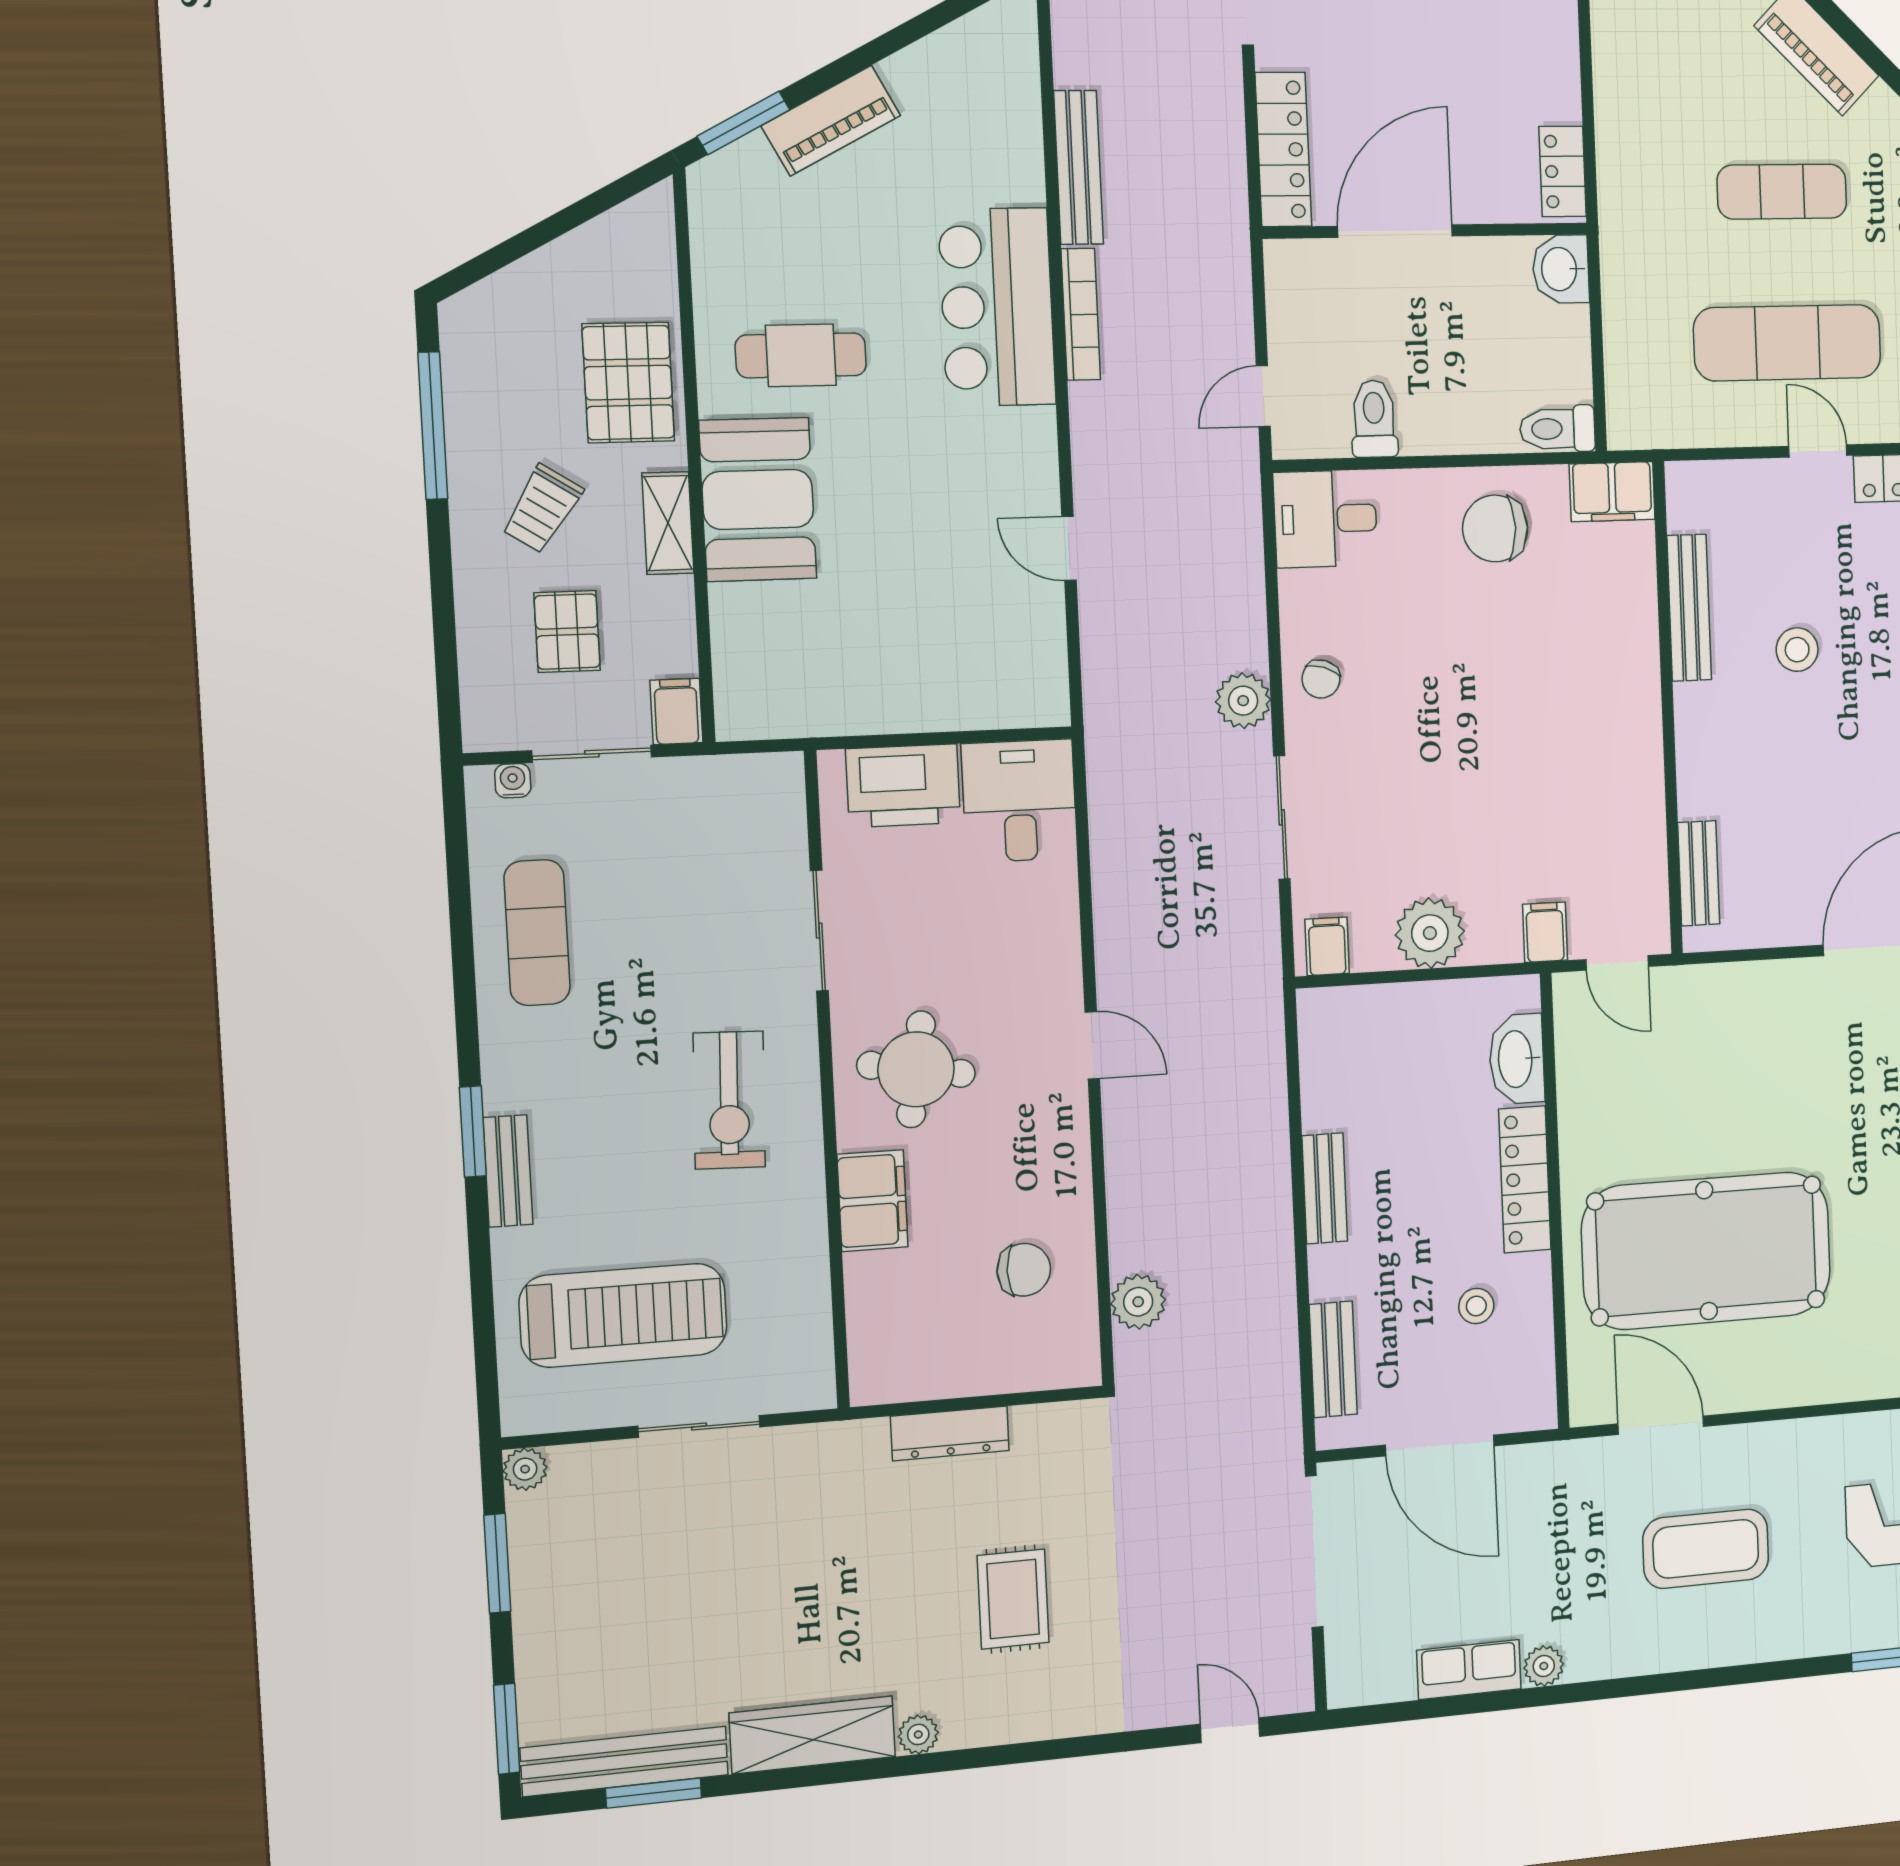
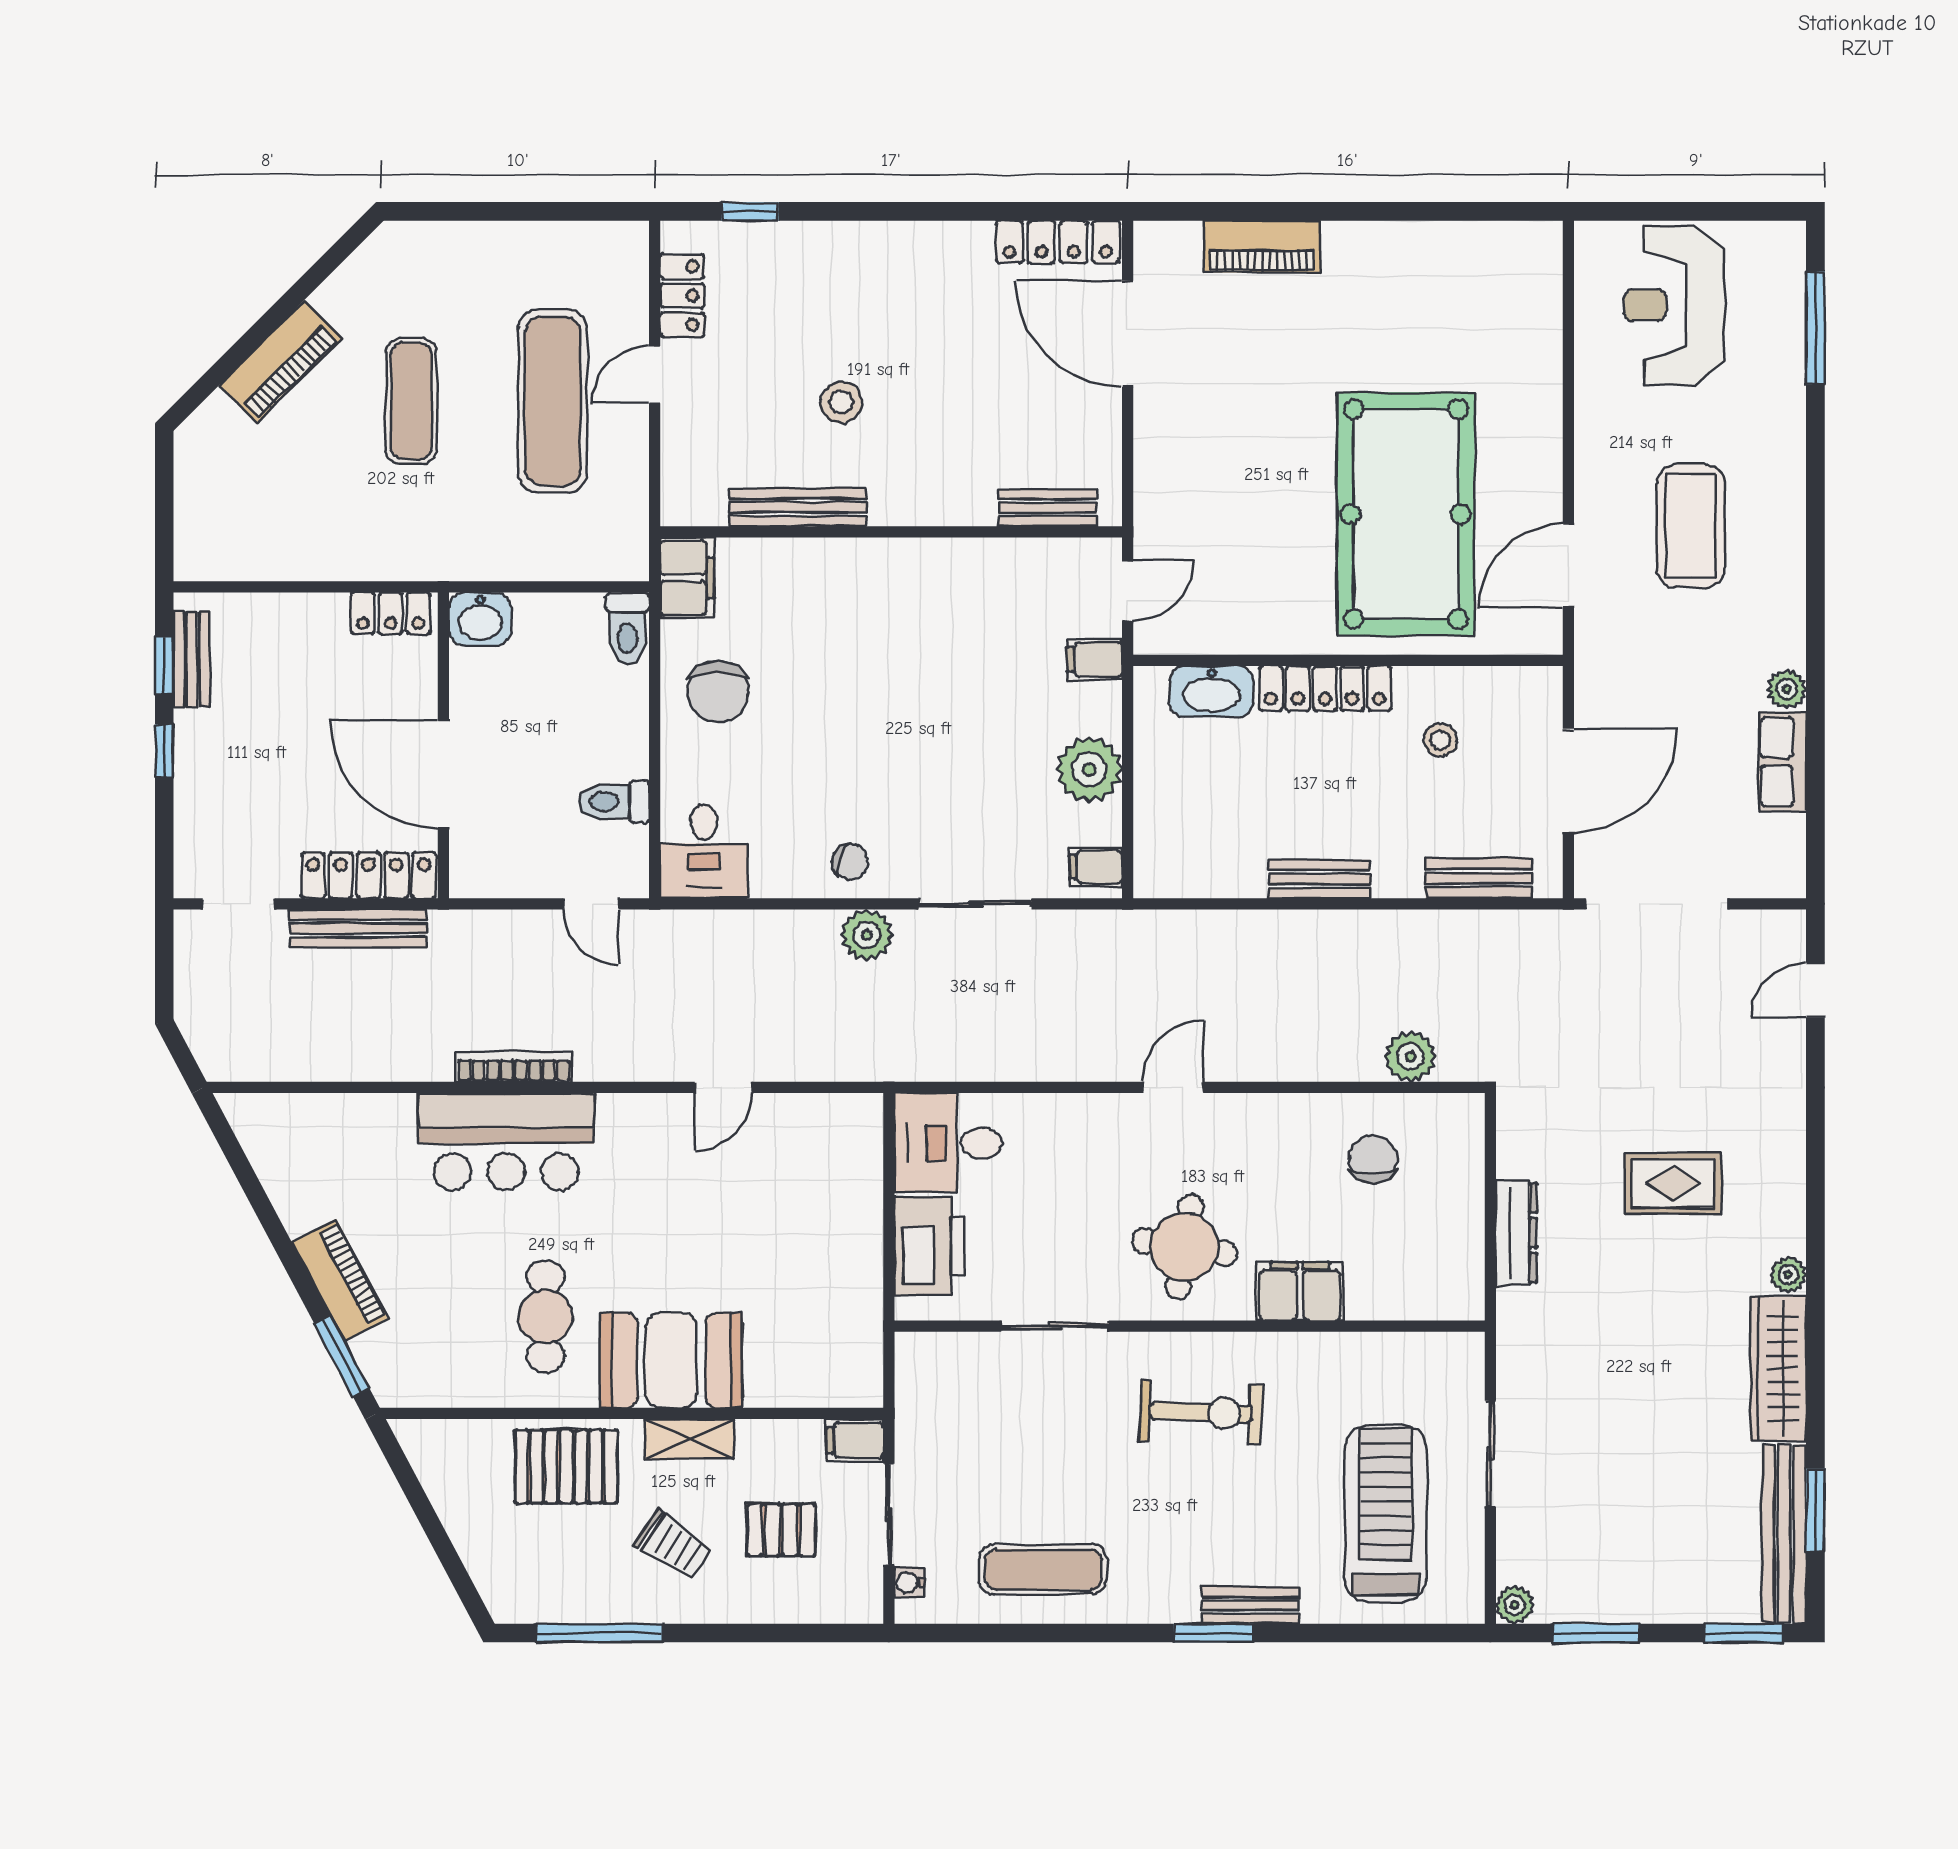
bench: (1078, 167) -> (358, 928), moved

